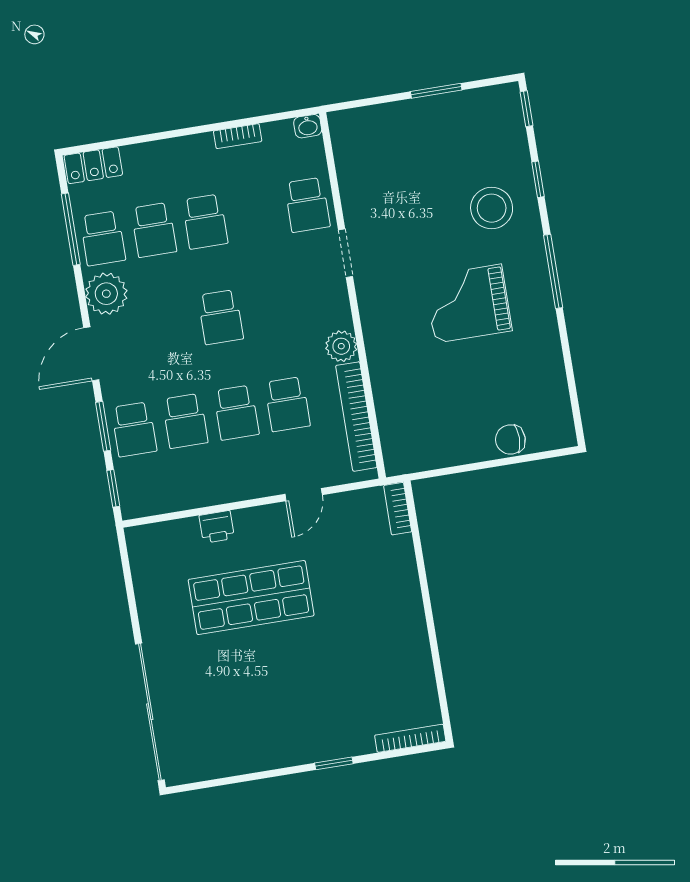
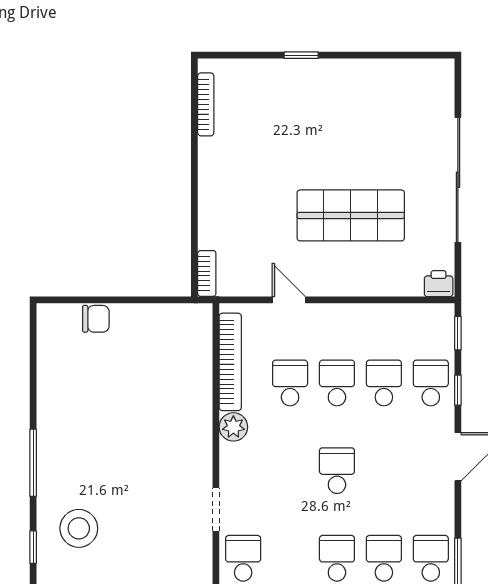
plant: (106, 294) -> (436, 508), removed
grand piano: (468, 304) -> (114, 446), removed
window: (103, 426) -> (458, 390), width x0.67
door: (304, 495) -> (289, 300), hinge flipped
printer: (217, 527) -> (439, 284), moved
sliding door: (150, 712) -> (458, 180), moved
bookcase: (410, 738) -> (206, 104), moved, turned -90

